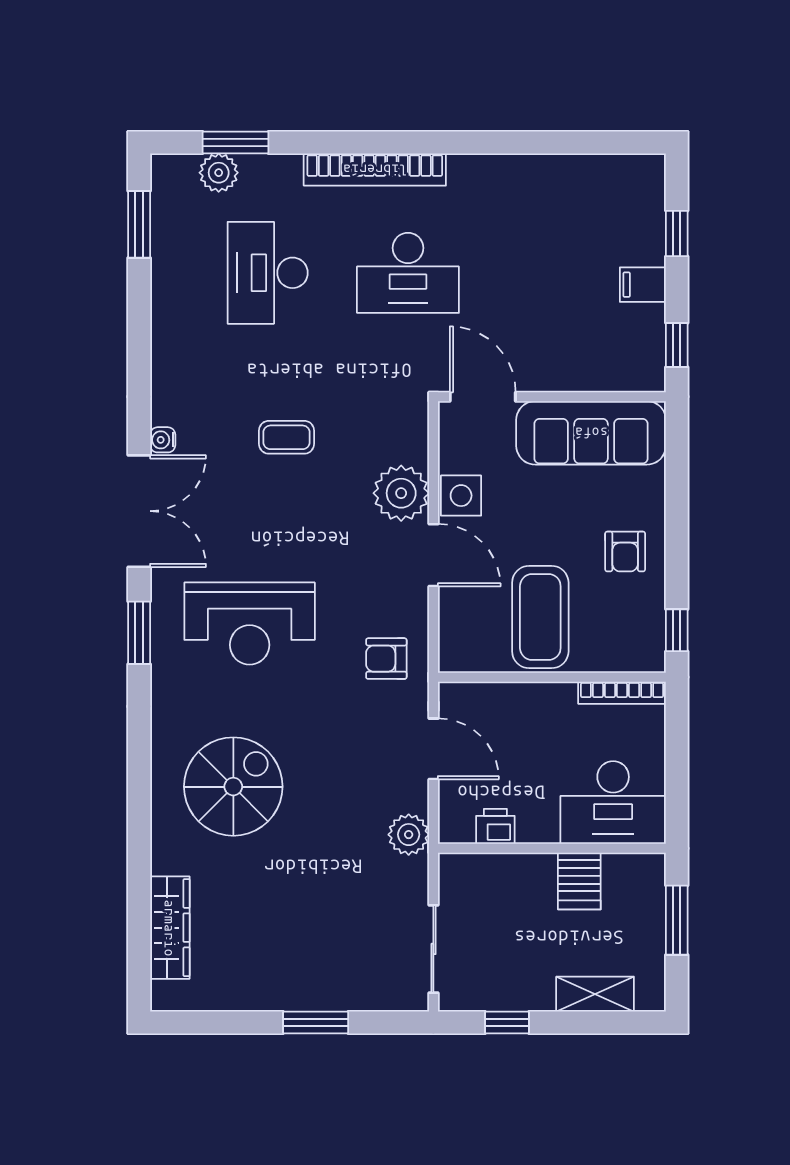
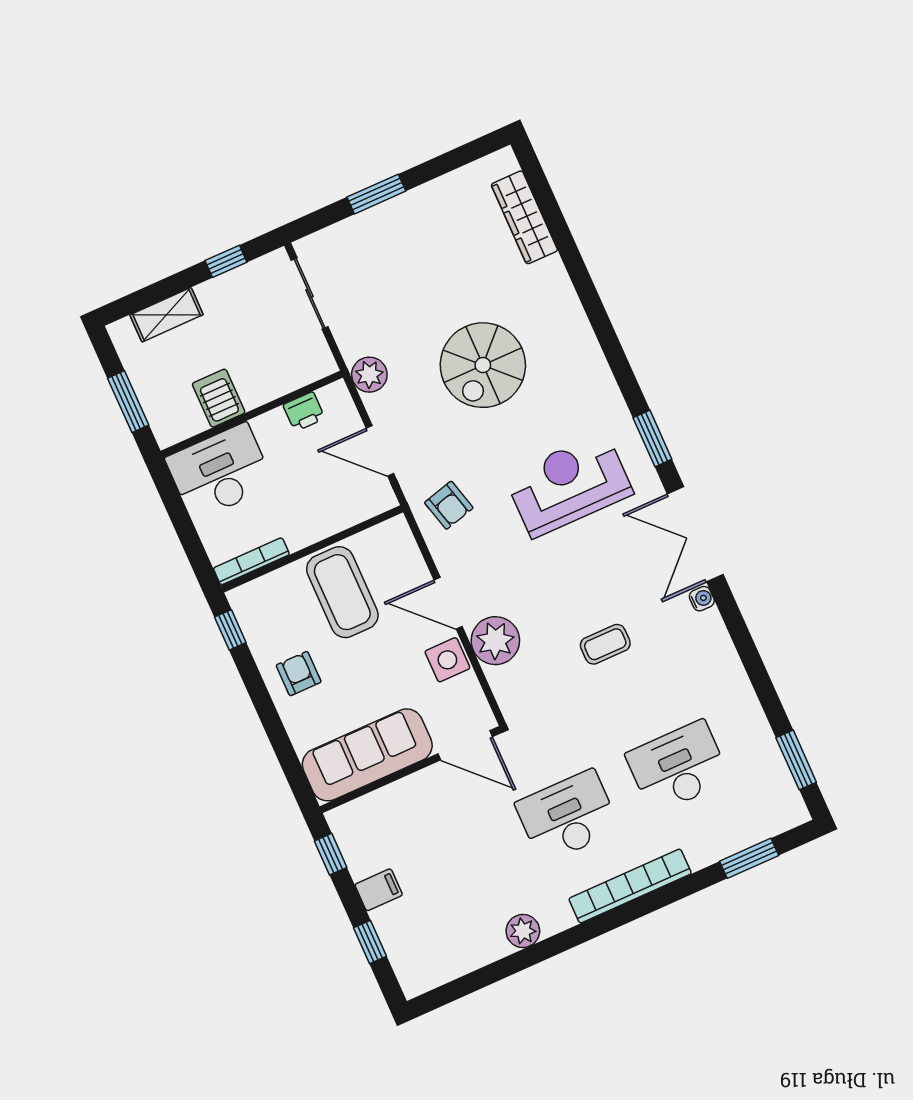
plant: (219, 173) -> (523, 931), moved
desk: (268, 273) -> (678, 767), turned -90
armchair: (386, 659) -> (449, 505), turned 75
spiral stairs: (233, 787) -> (483, 365), moved

